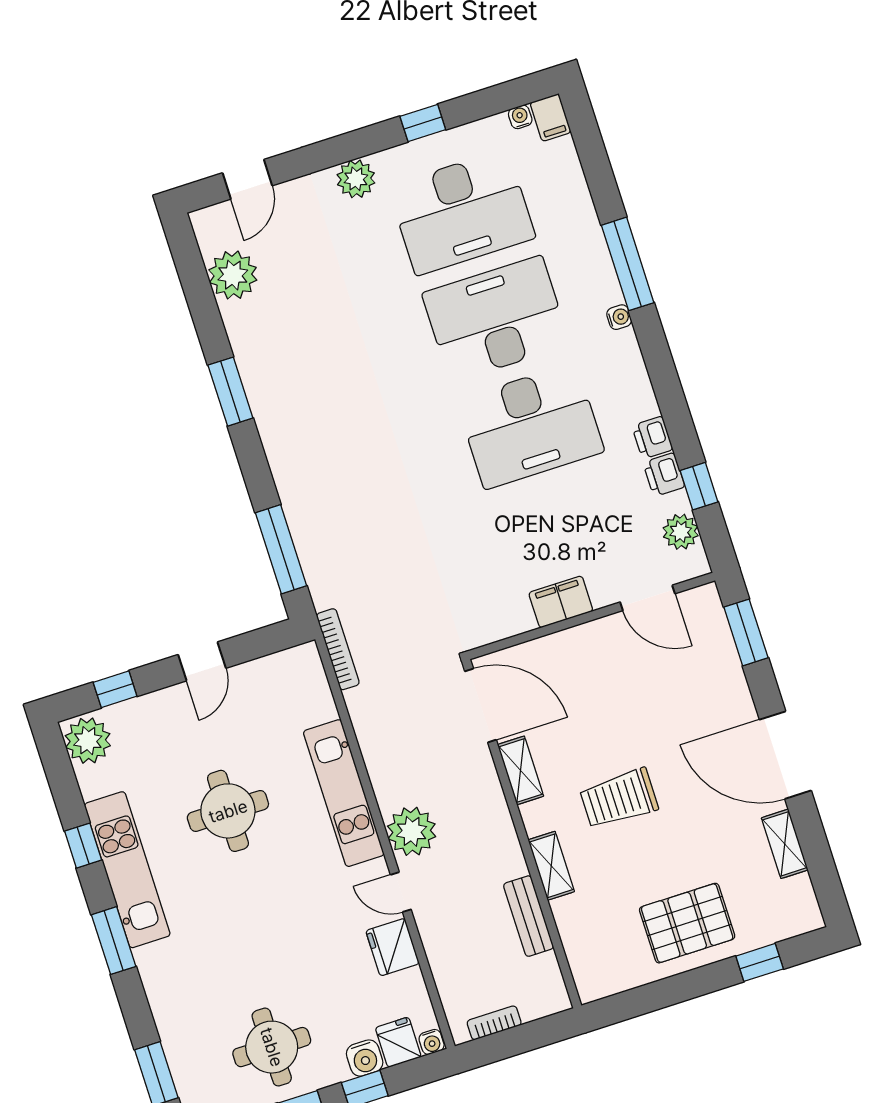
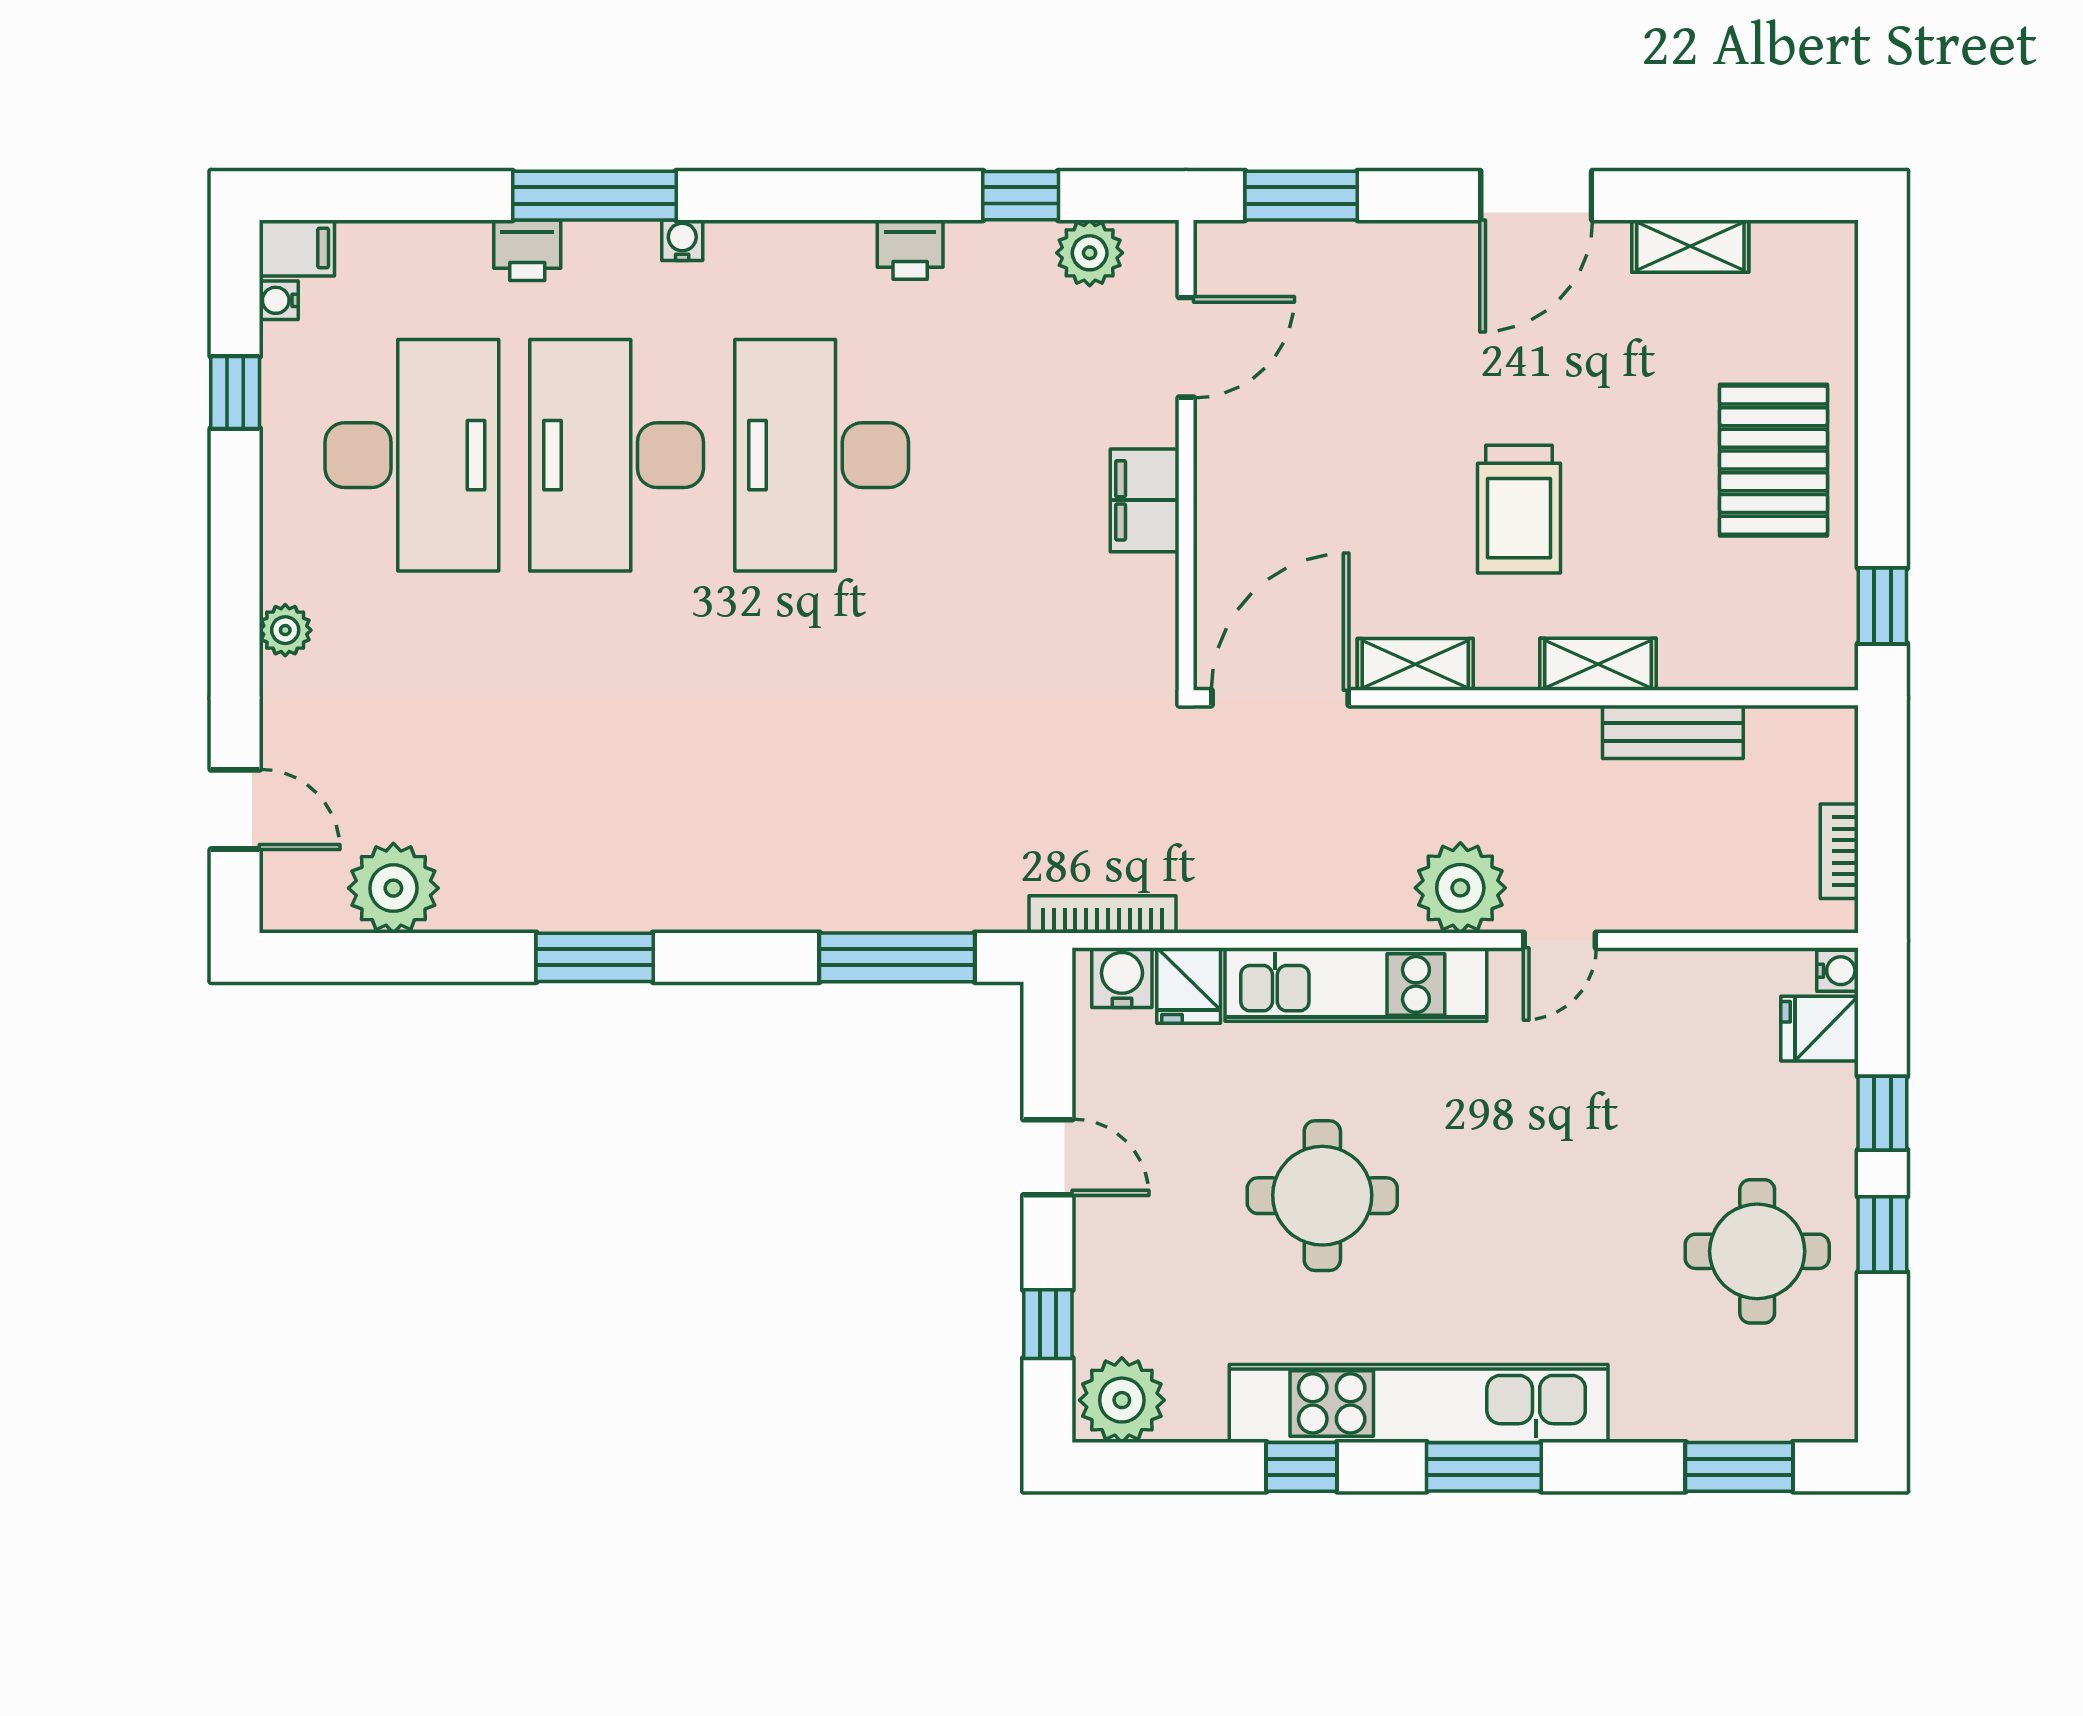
window: (423, 123) -> (235, 392), moved
plant: (356, 179) -> (285, 630), width x0.73, depth x0.73
desk: (530, 426) -> (822, 455), turned 180
printer: (664, 475) -> (527, 250), moved
door: (785, 755) -> (1536, 196), width x0.73
kitchen unit: (127, 870) -> (1419, 1403), width x1.36
fridge: (393, 947) -> (1189, 986), moved, width x0.72
window: (760, 962) -> (1882, 606), moved
water cooler: (365, 1058) -> (1122, 978), moved, turned -90

